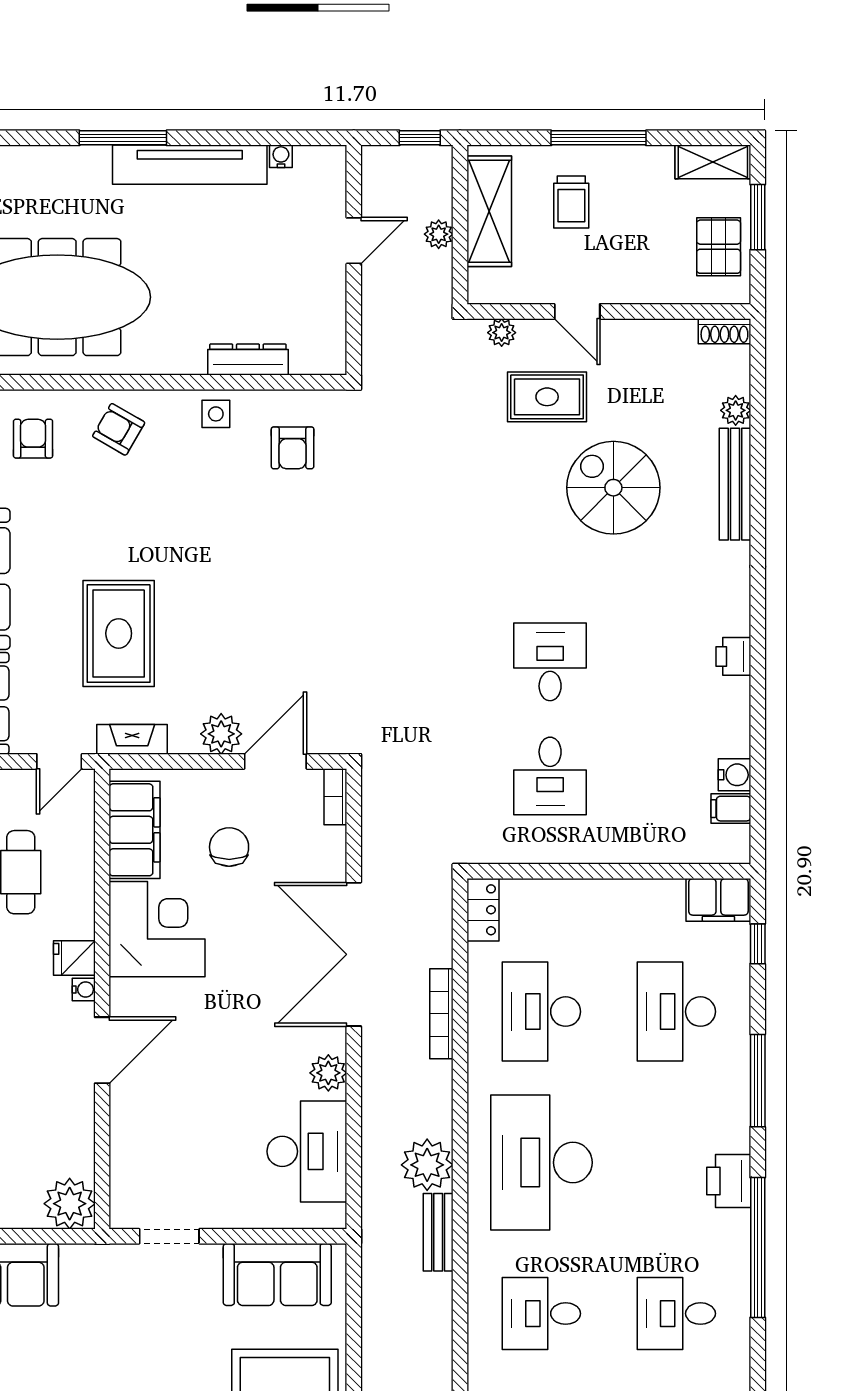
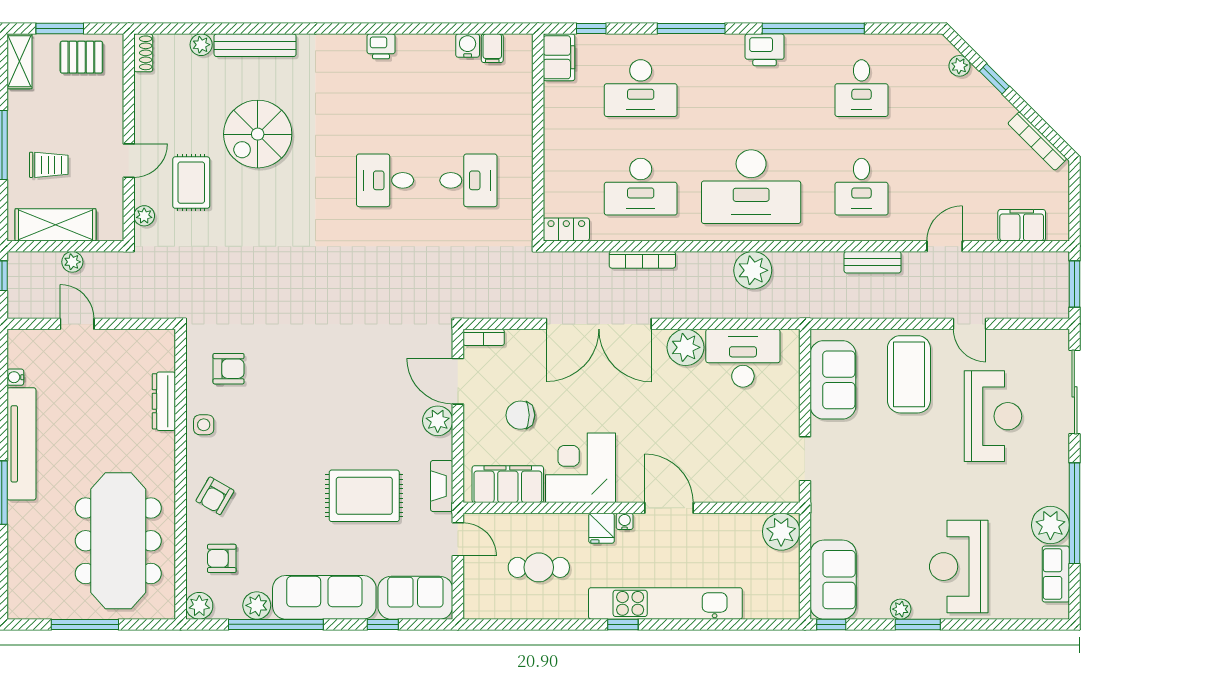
plant: (328, 1073) -> (686, 347), width x1.36, depth x1.36
bench: (438, 1232) -> (873, 262), moved

